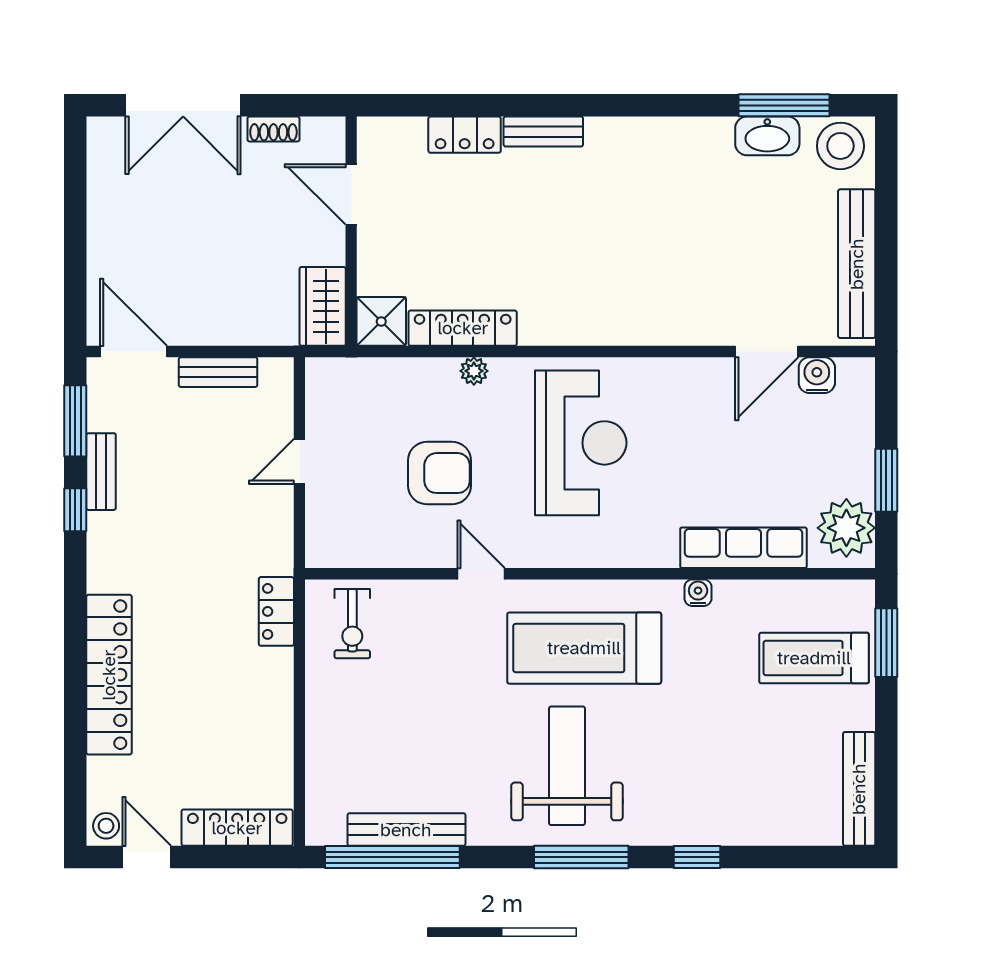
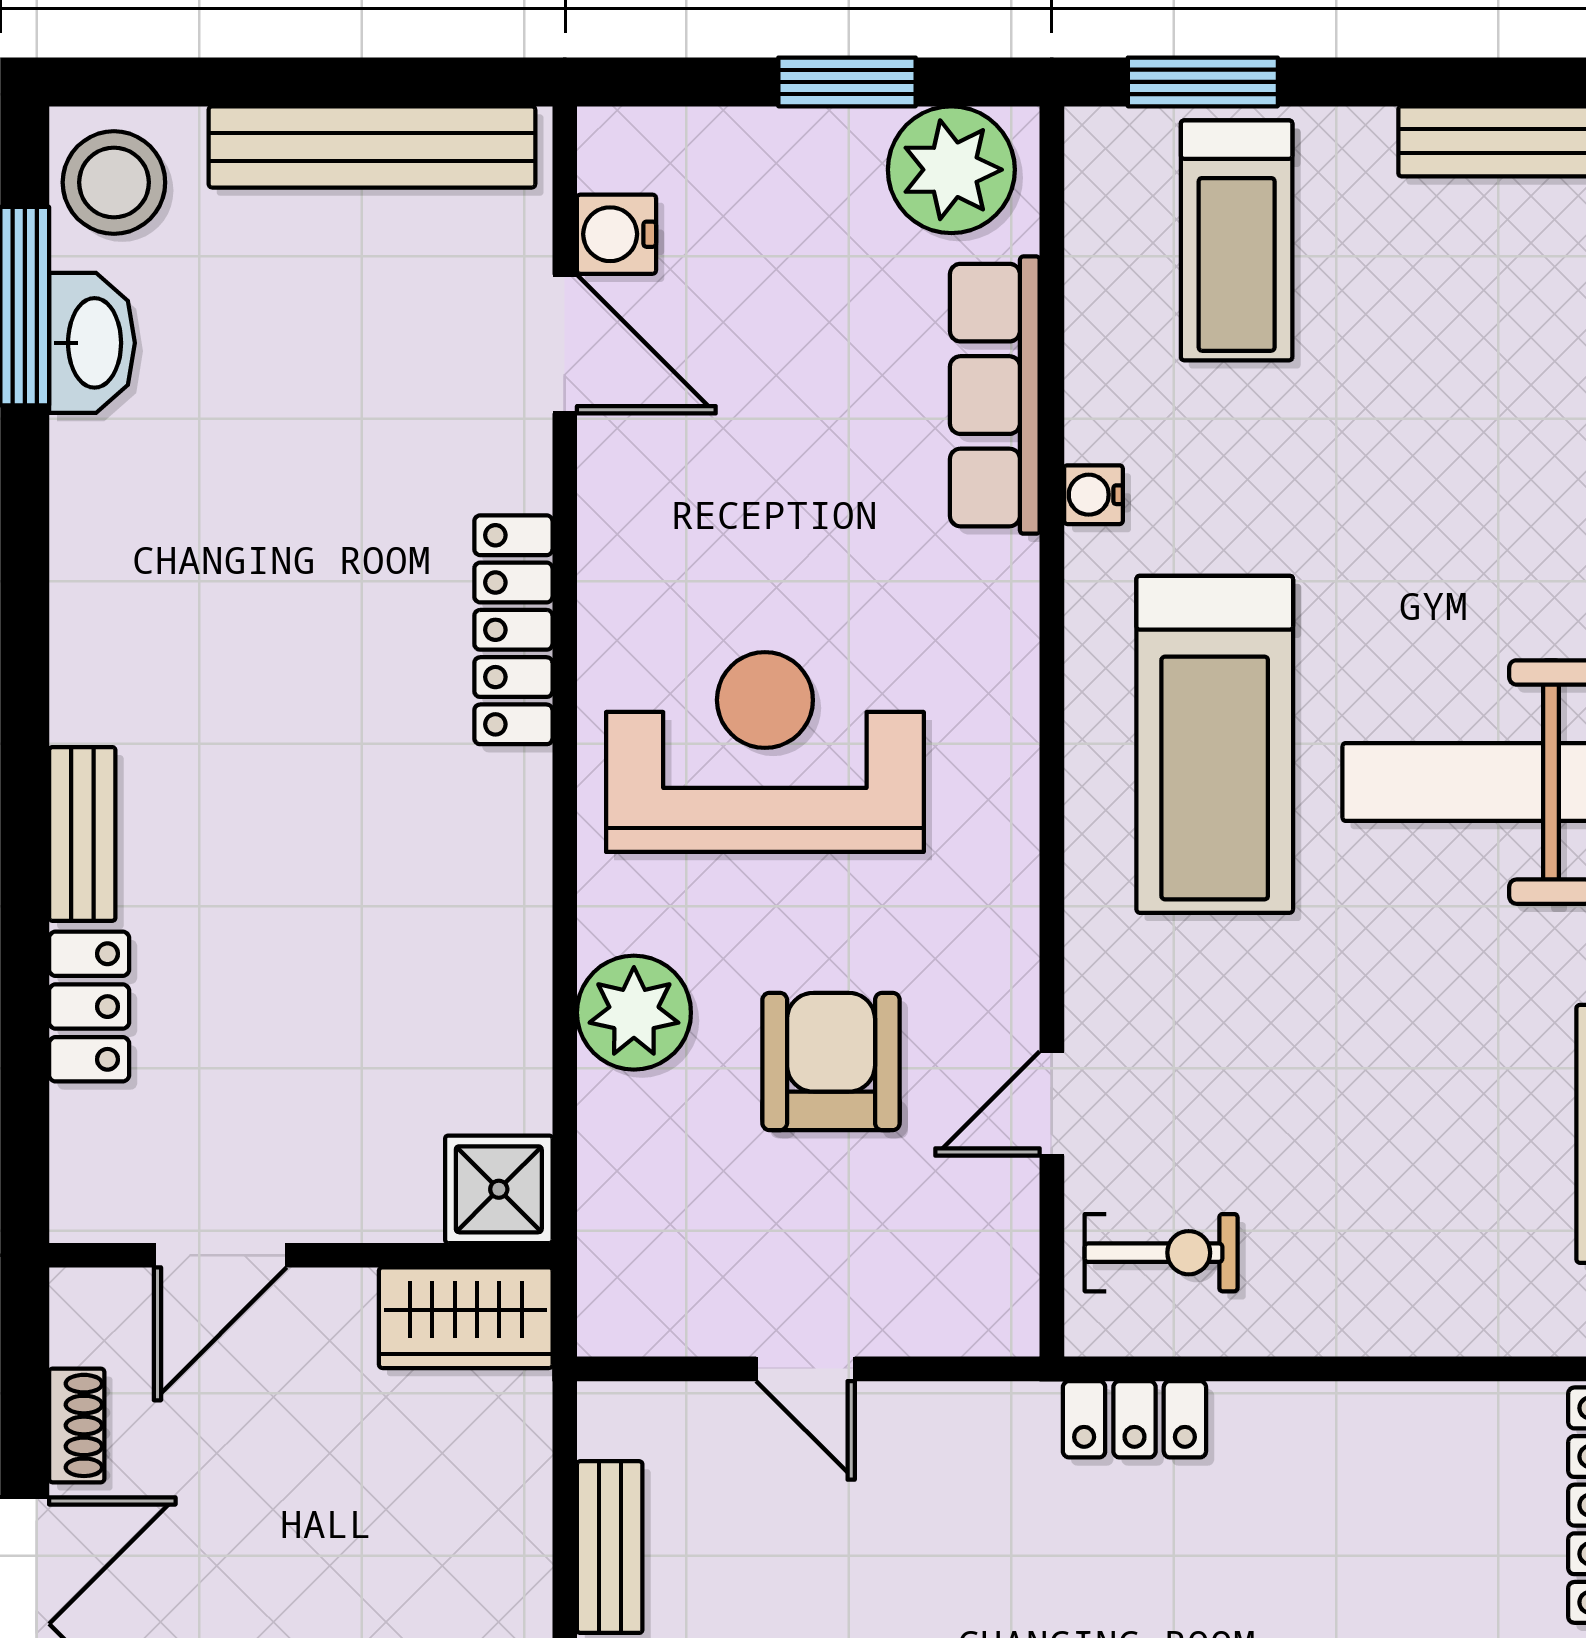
locker: (463, 328) -> (513, 630), moved
plant: (474, 371) -> (634, 1013), width x1.88, depth x1.88
door: (481, 574) -> (1052, 1103), moved

